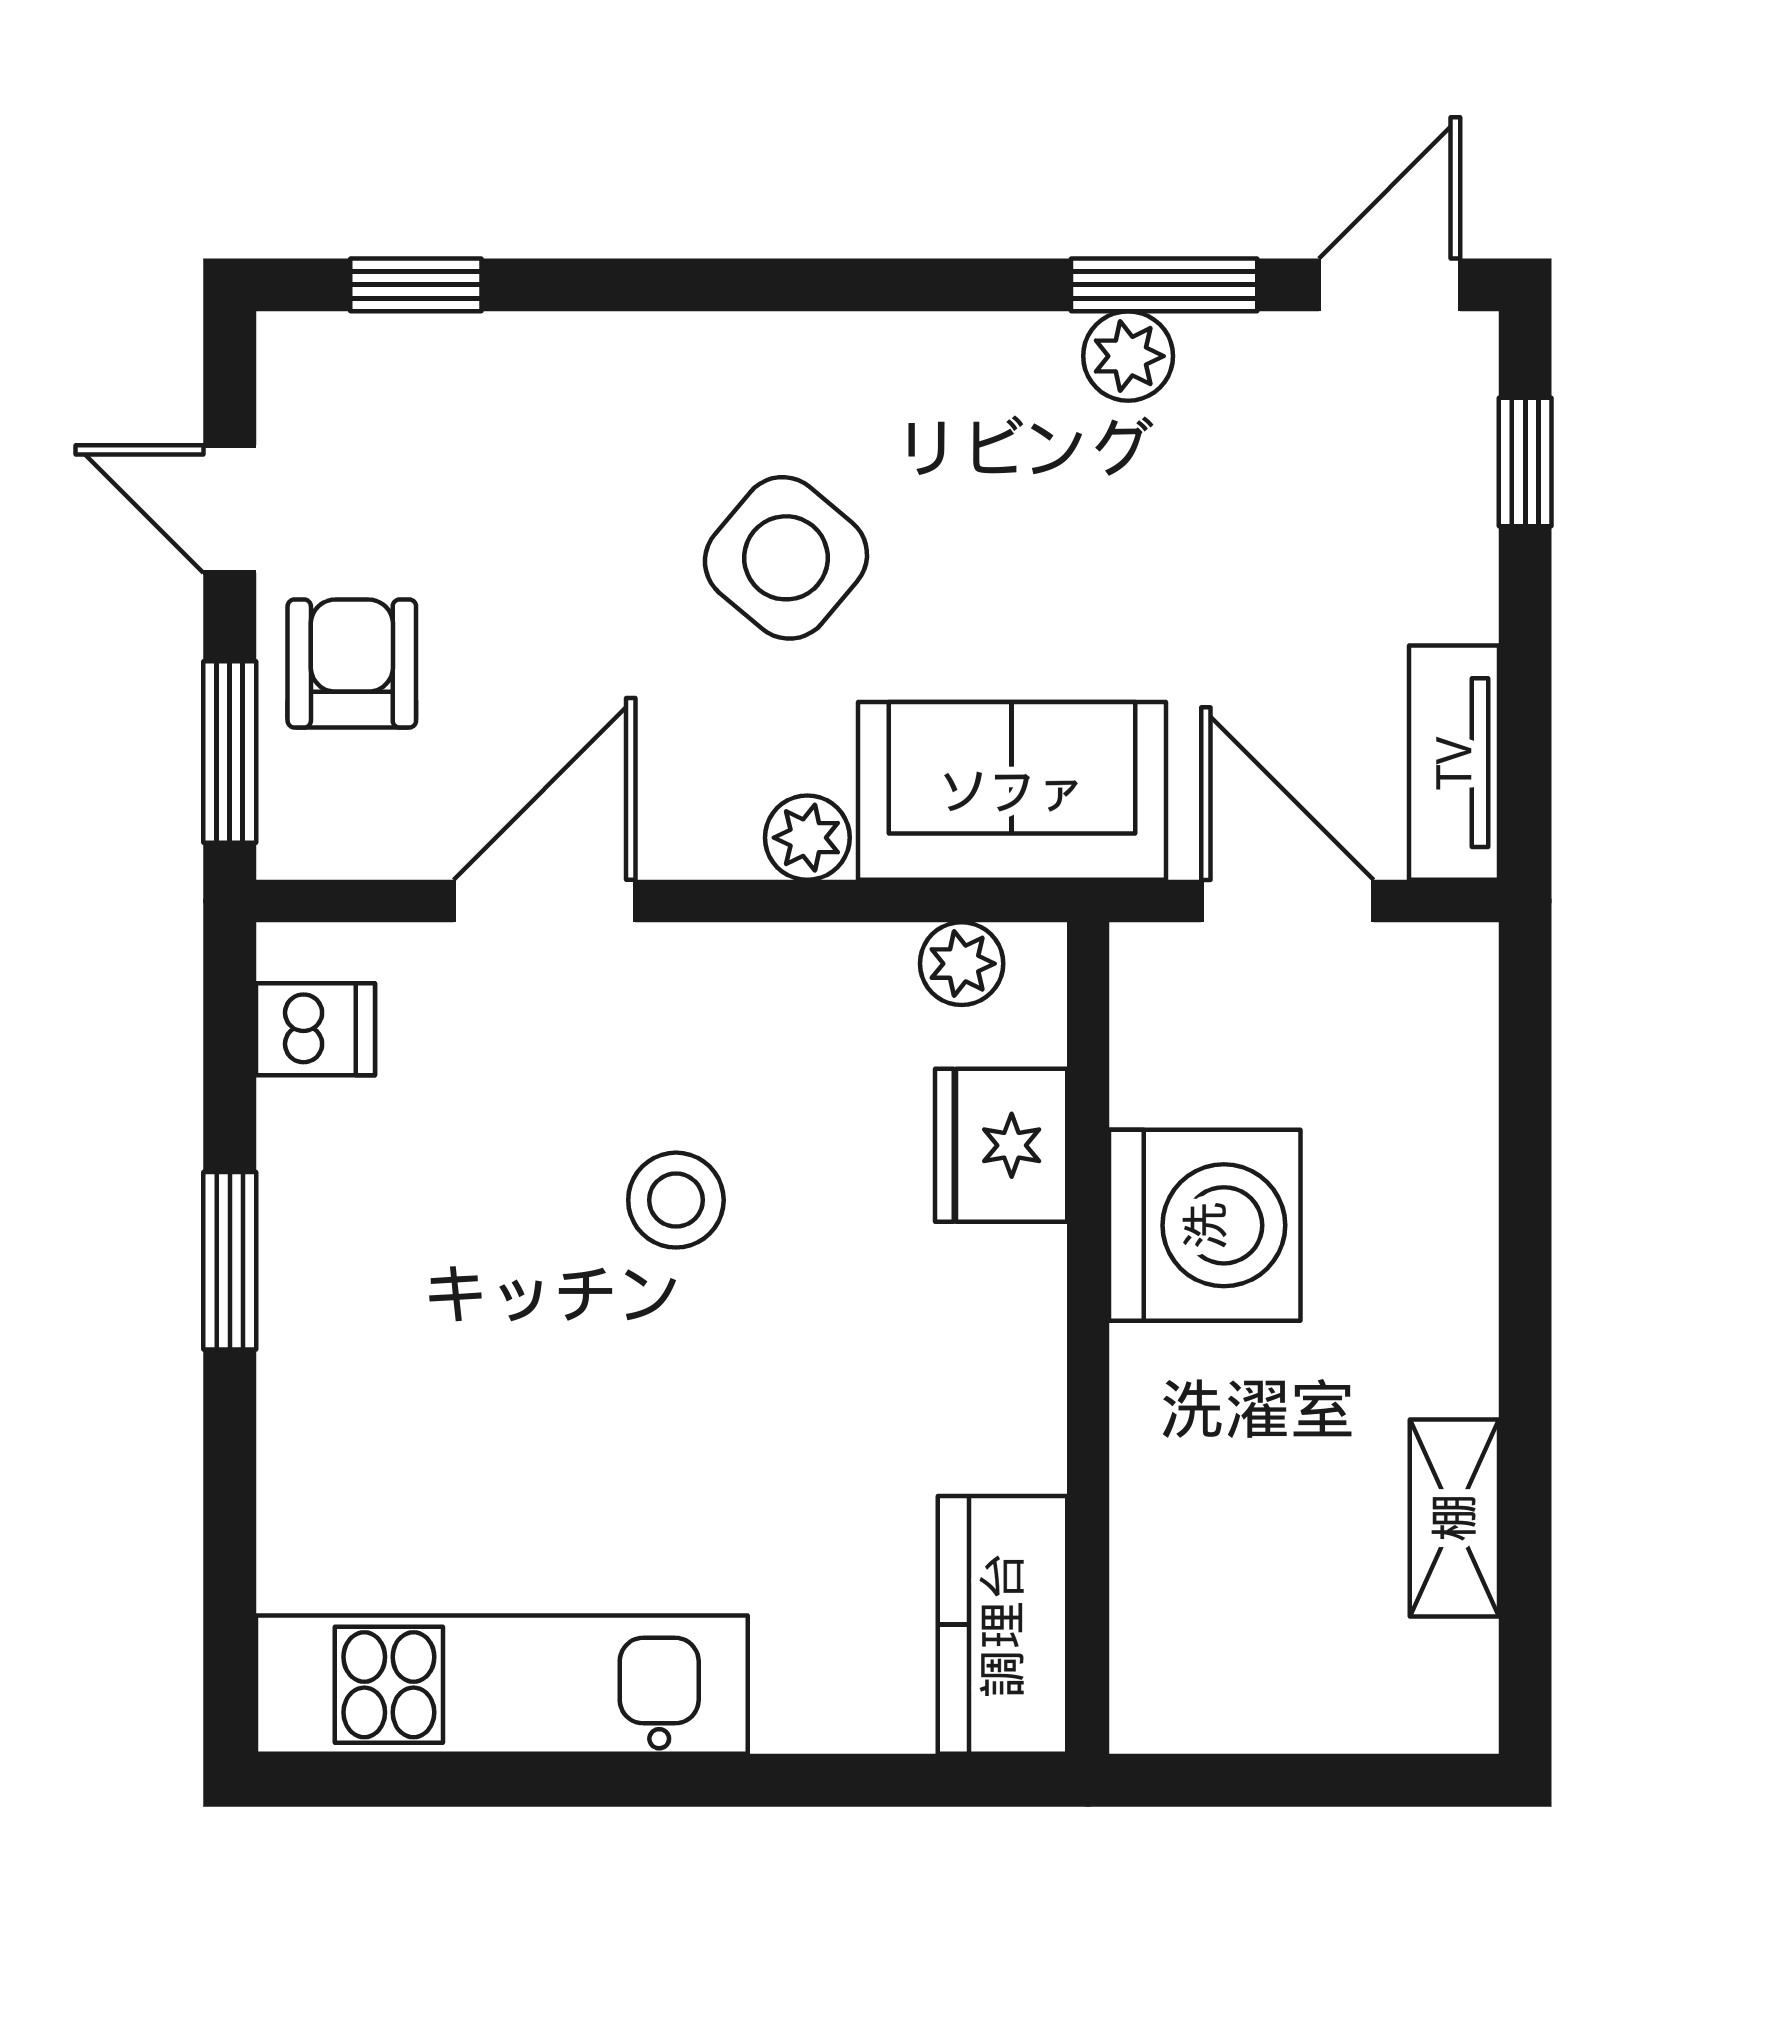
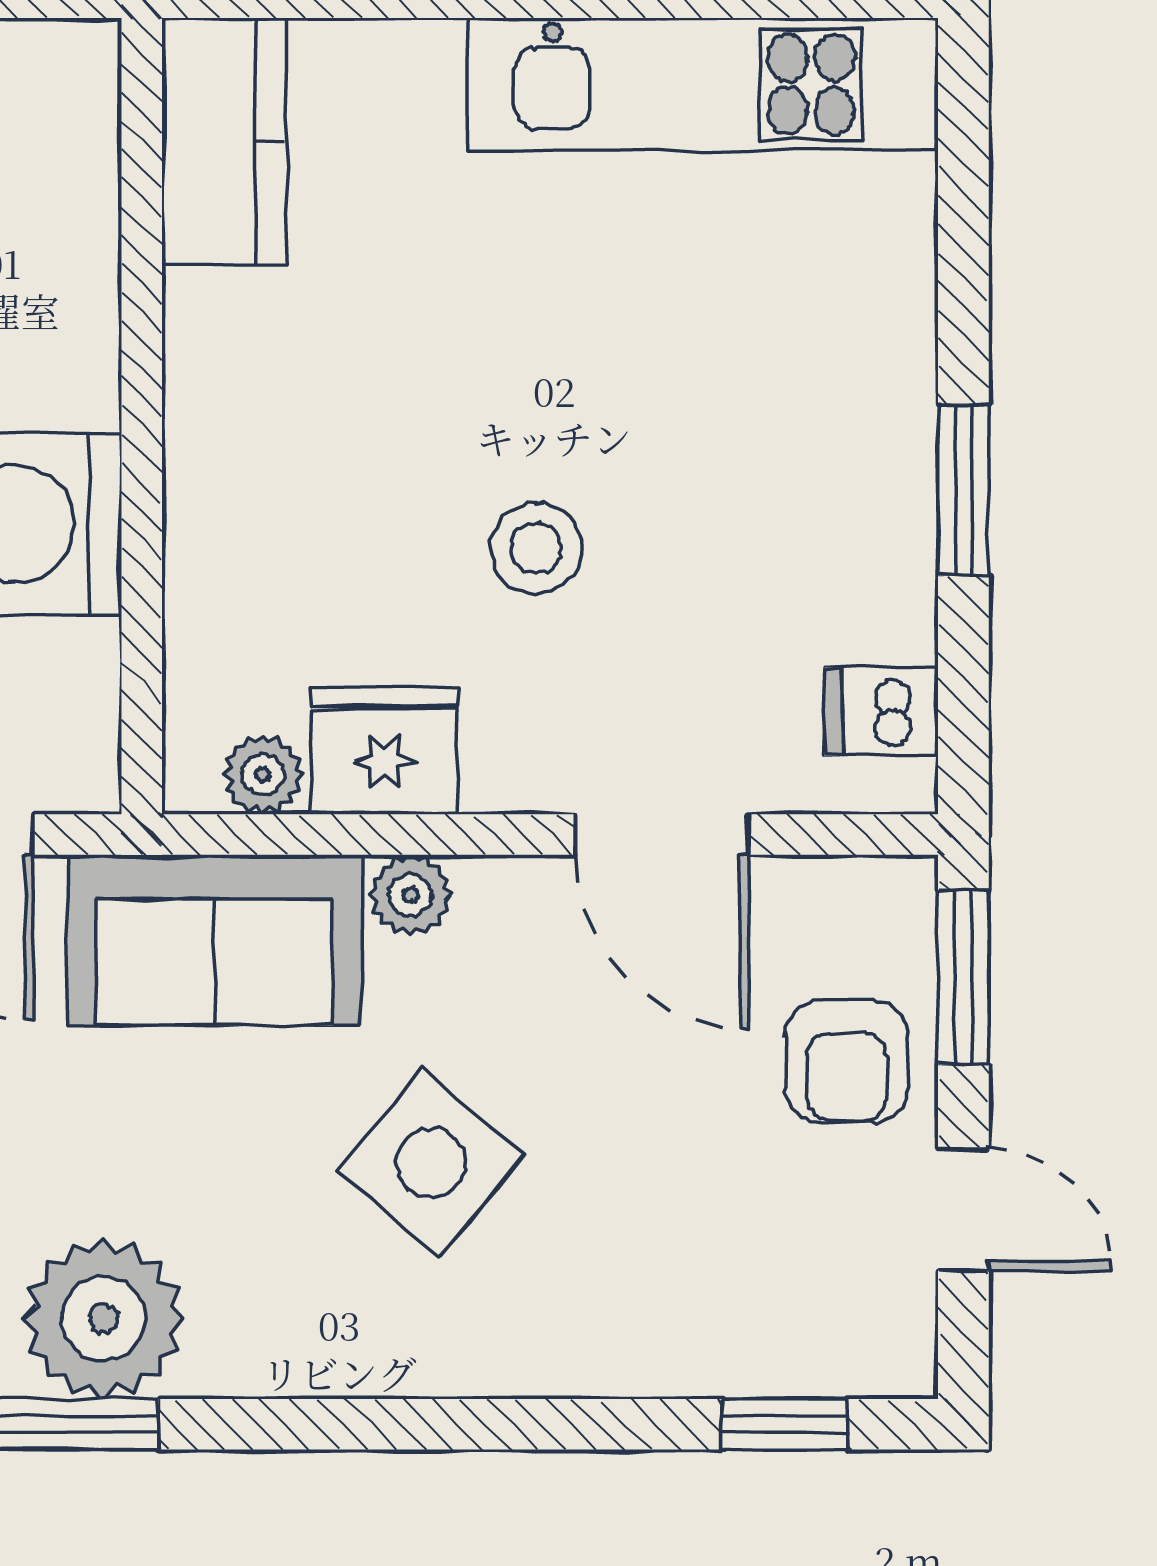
plant: (1128, 356) -> (103, 1319), width x1.87, depth x1.87
door: (545, 901) -> (662, 834), hinge flipped
fridge: (1001, 1145) -> (384, 751), moved, turned -90

